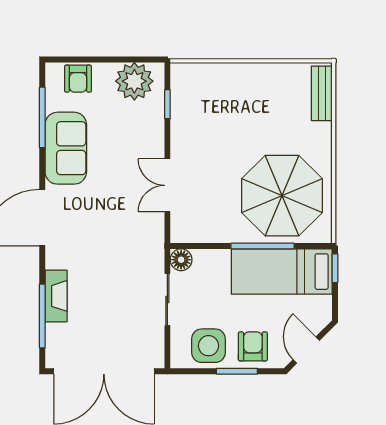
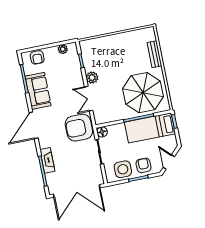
plant: (134, 81) -> (63, 49), width x0.53, depth x0.53
bench: (322, 93) -> (154, 54), moved
plant: (183, 143) -> (92, 78), added
armchair: (135, 241) -> (79, 128), added

